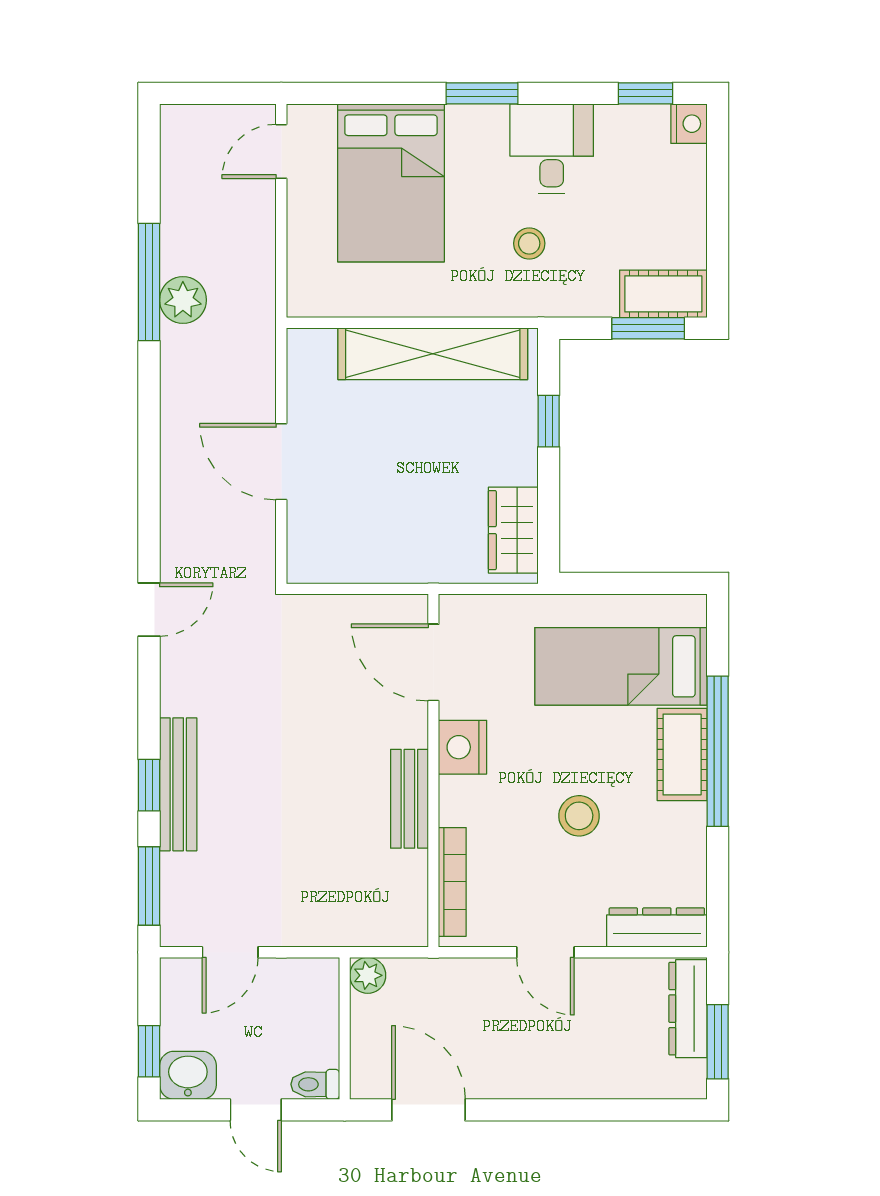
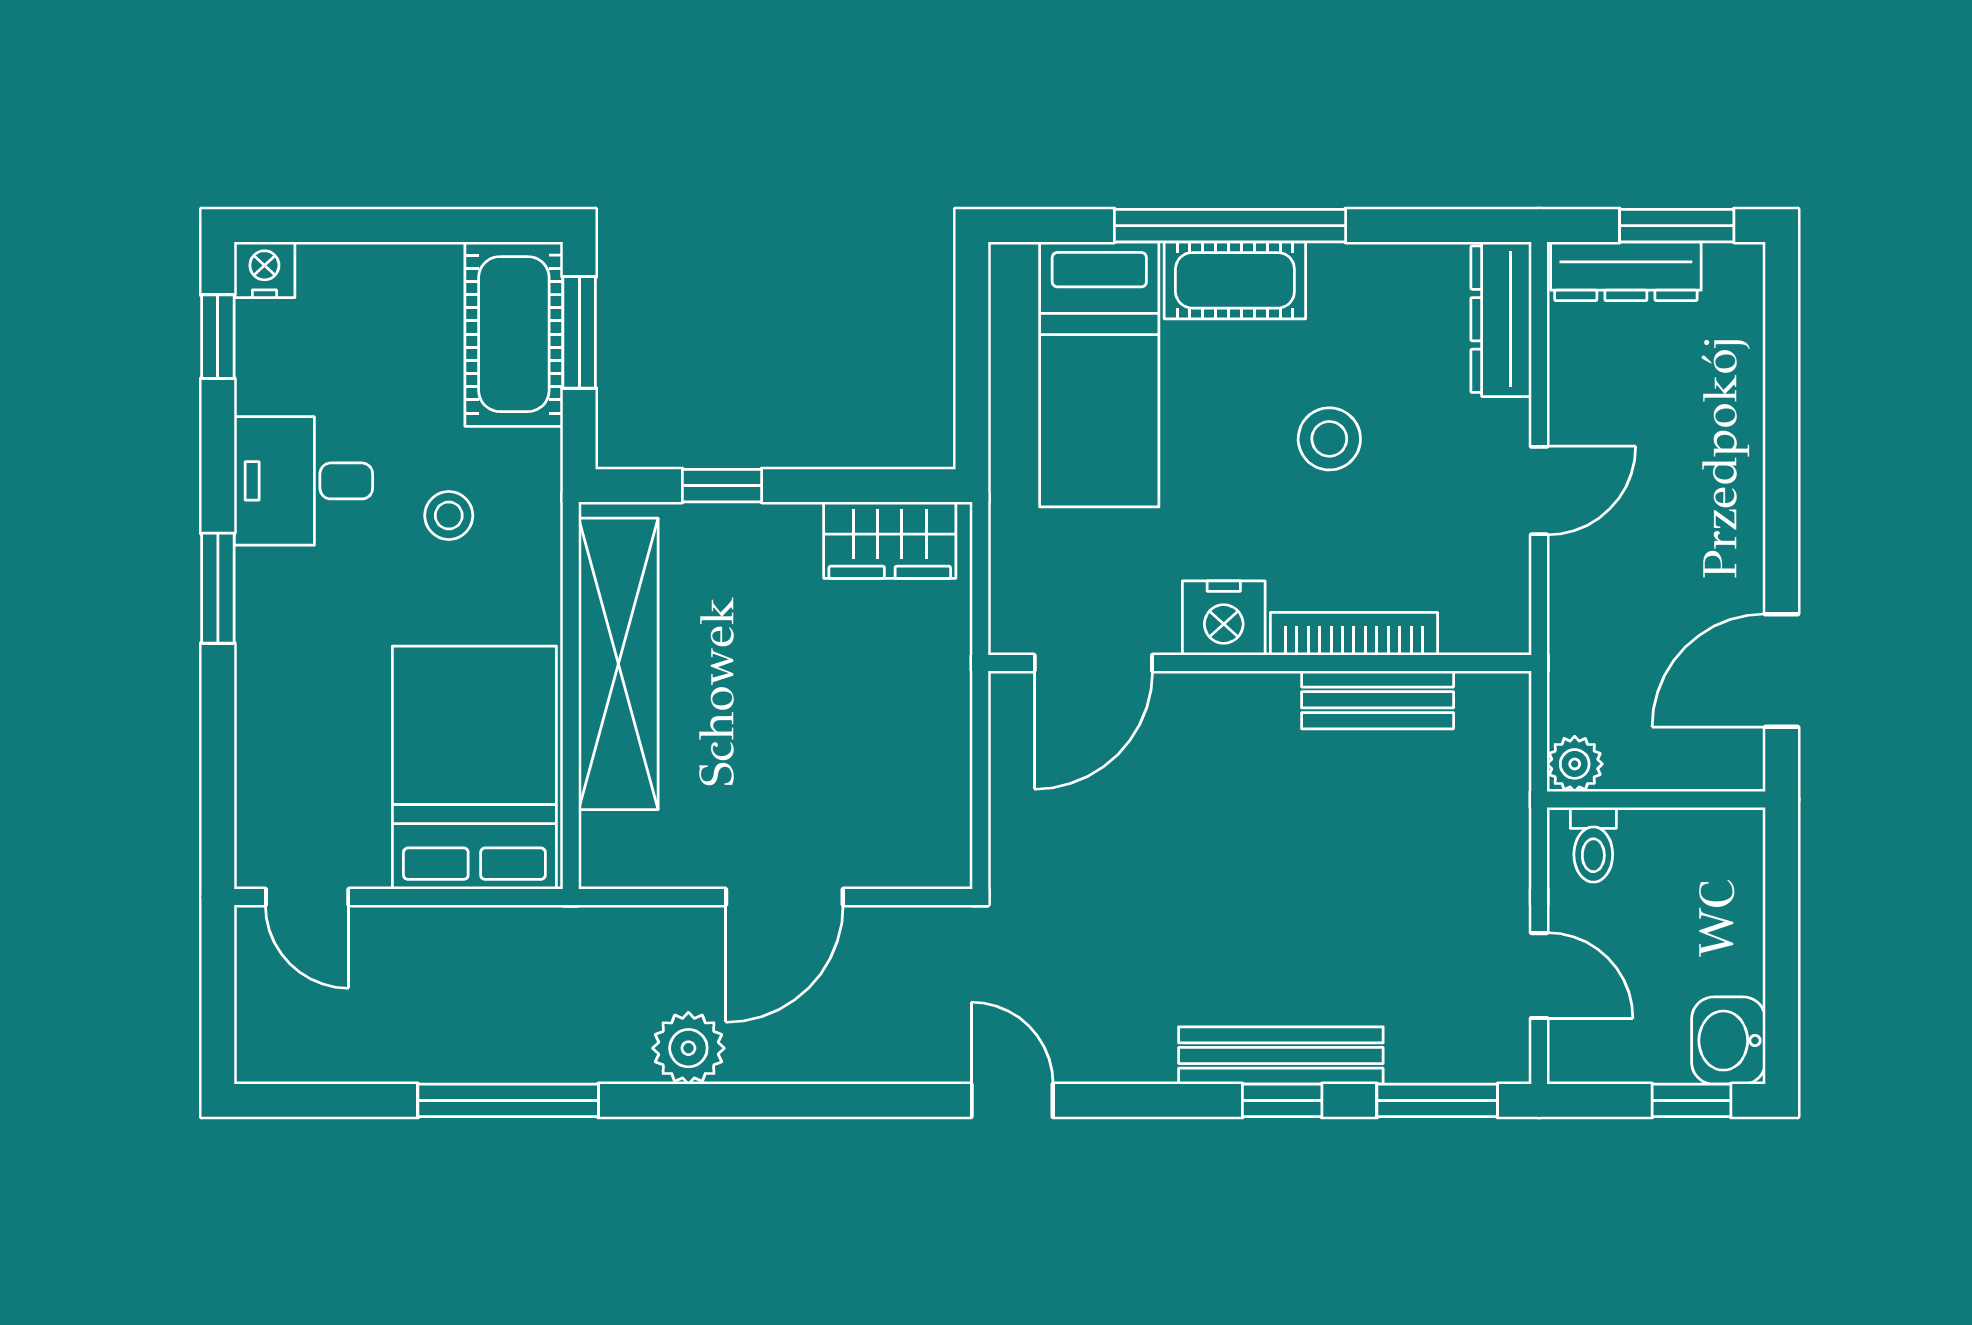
bed: (391, 183) -> (474, 768), moved, turned -90
cot: (663, 294) -> (514, 334), width x1.37, depth x1.34
plant: (183, 300) -> (688, 1048), moved
bench: (409, 799) -> (1378, 700), moved
bookcase: (452, 882) -> (1354, 634), moved
toilet: (315, 1084) -> (1593, 845), moved
door: (256, 1110) -> (1782, 936), removed

